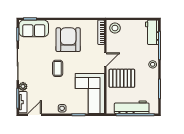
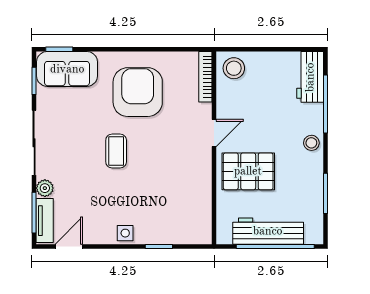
corner sofa: (90, 94) -> (182, 203), removed

